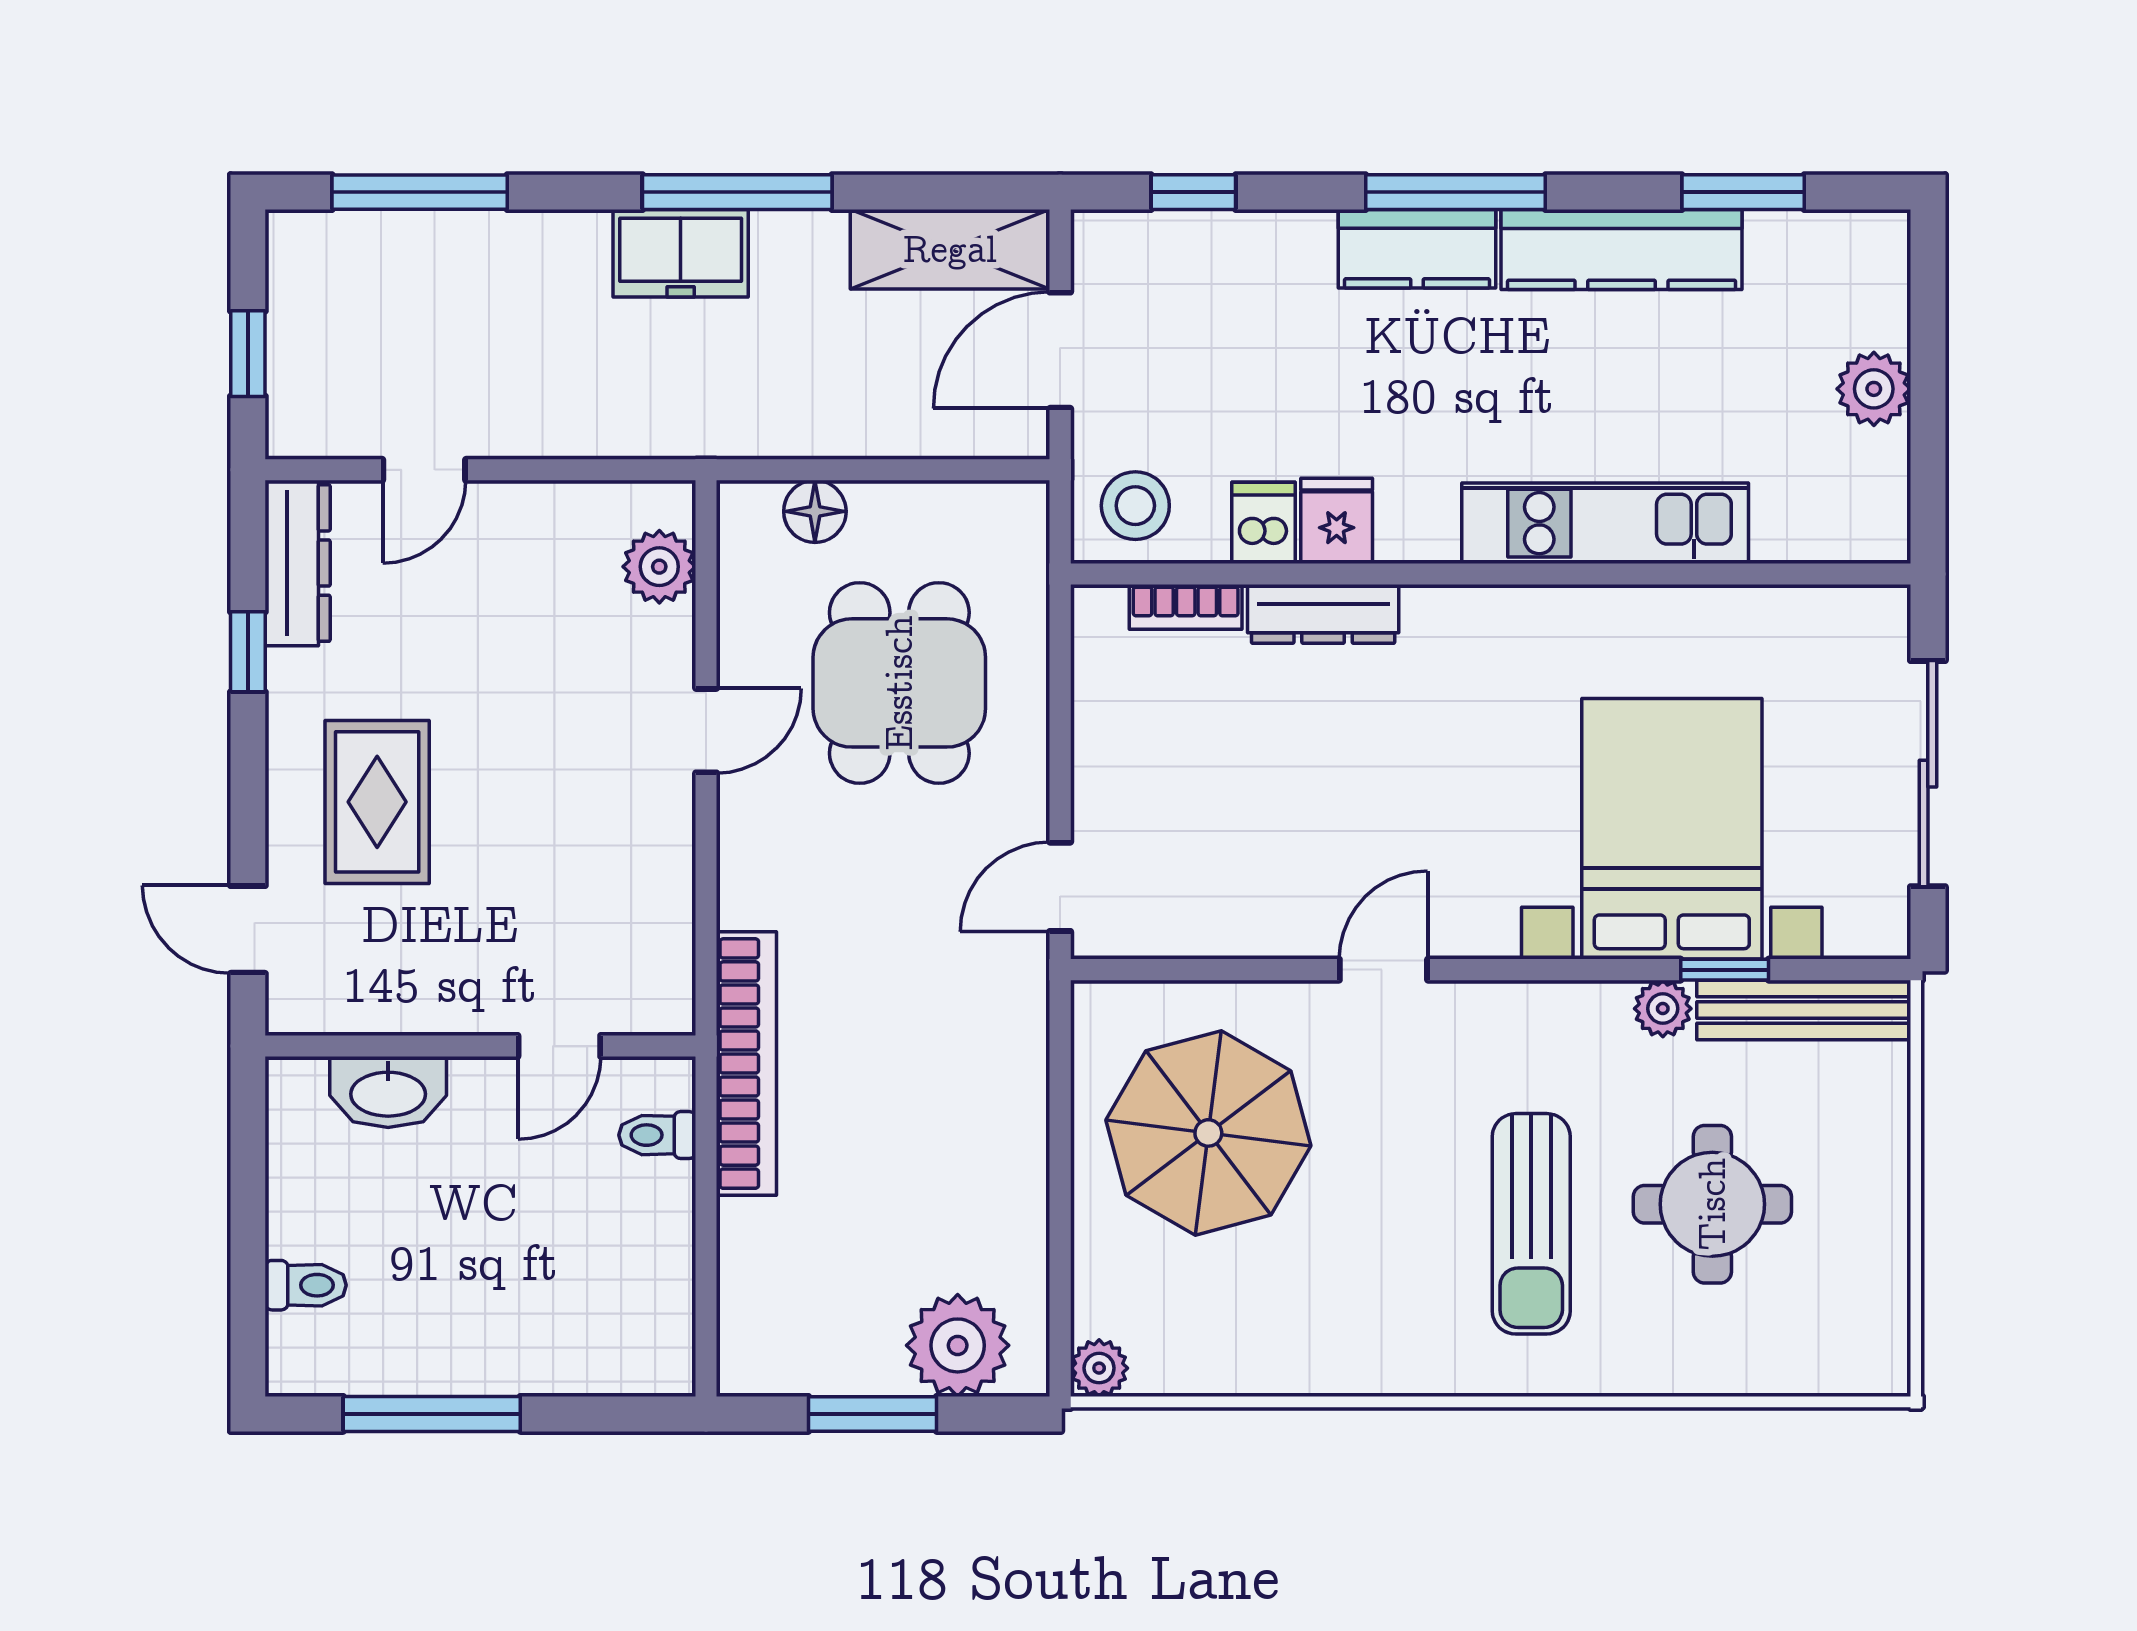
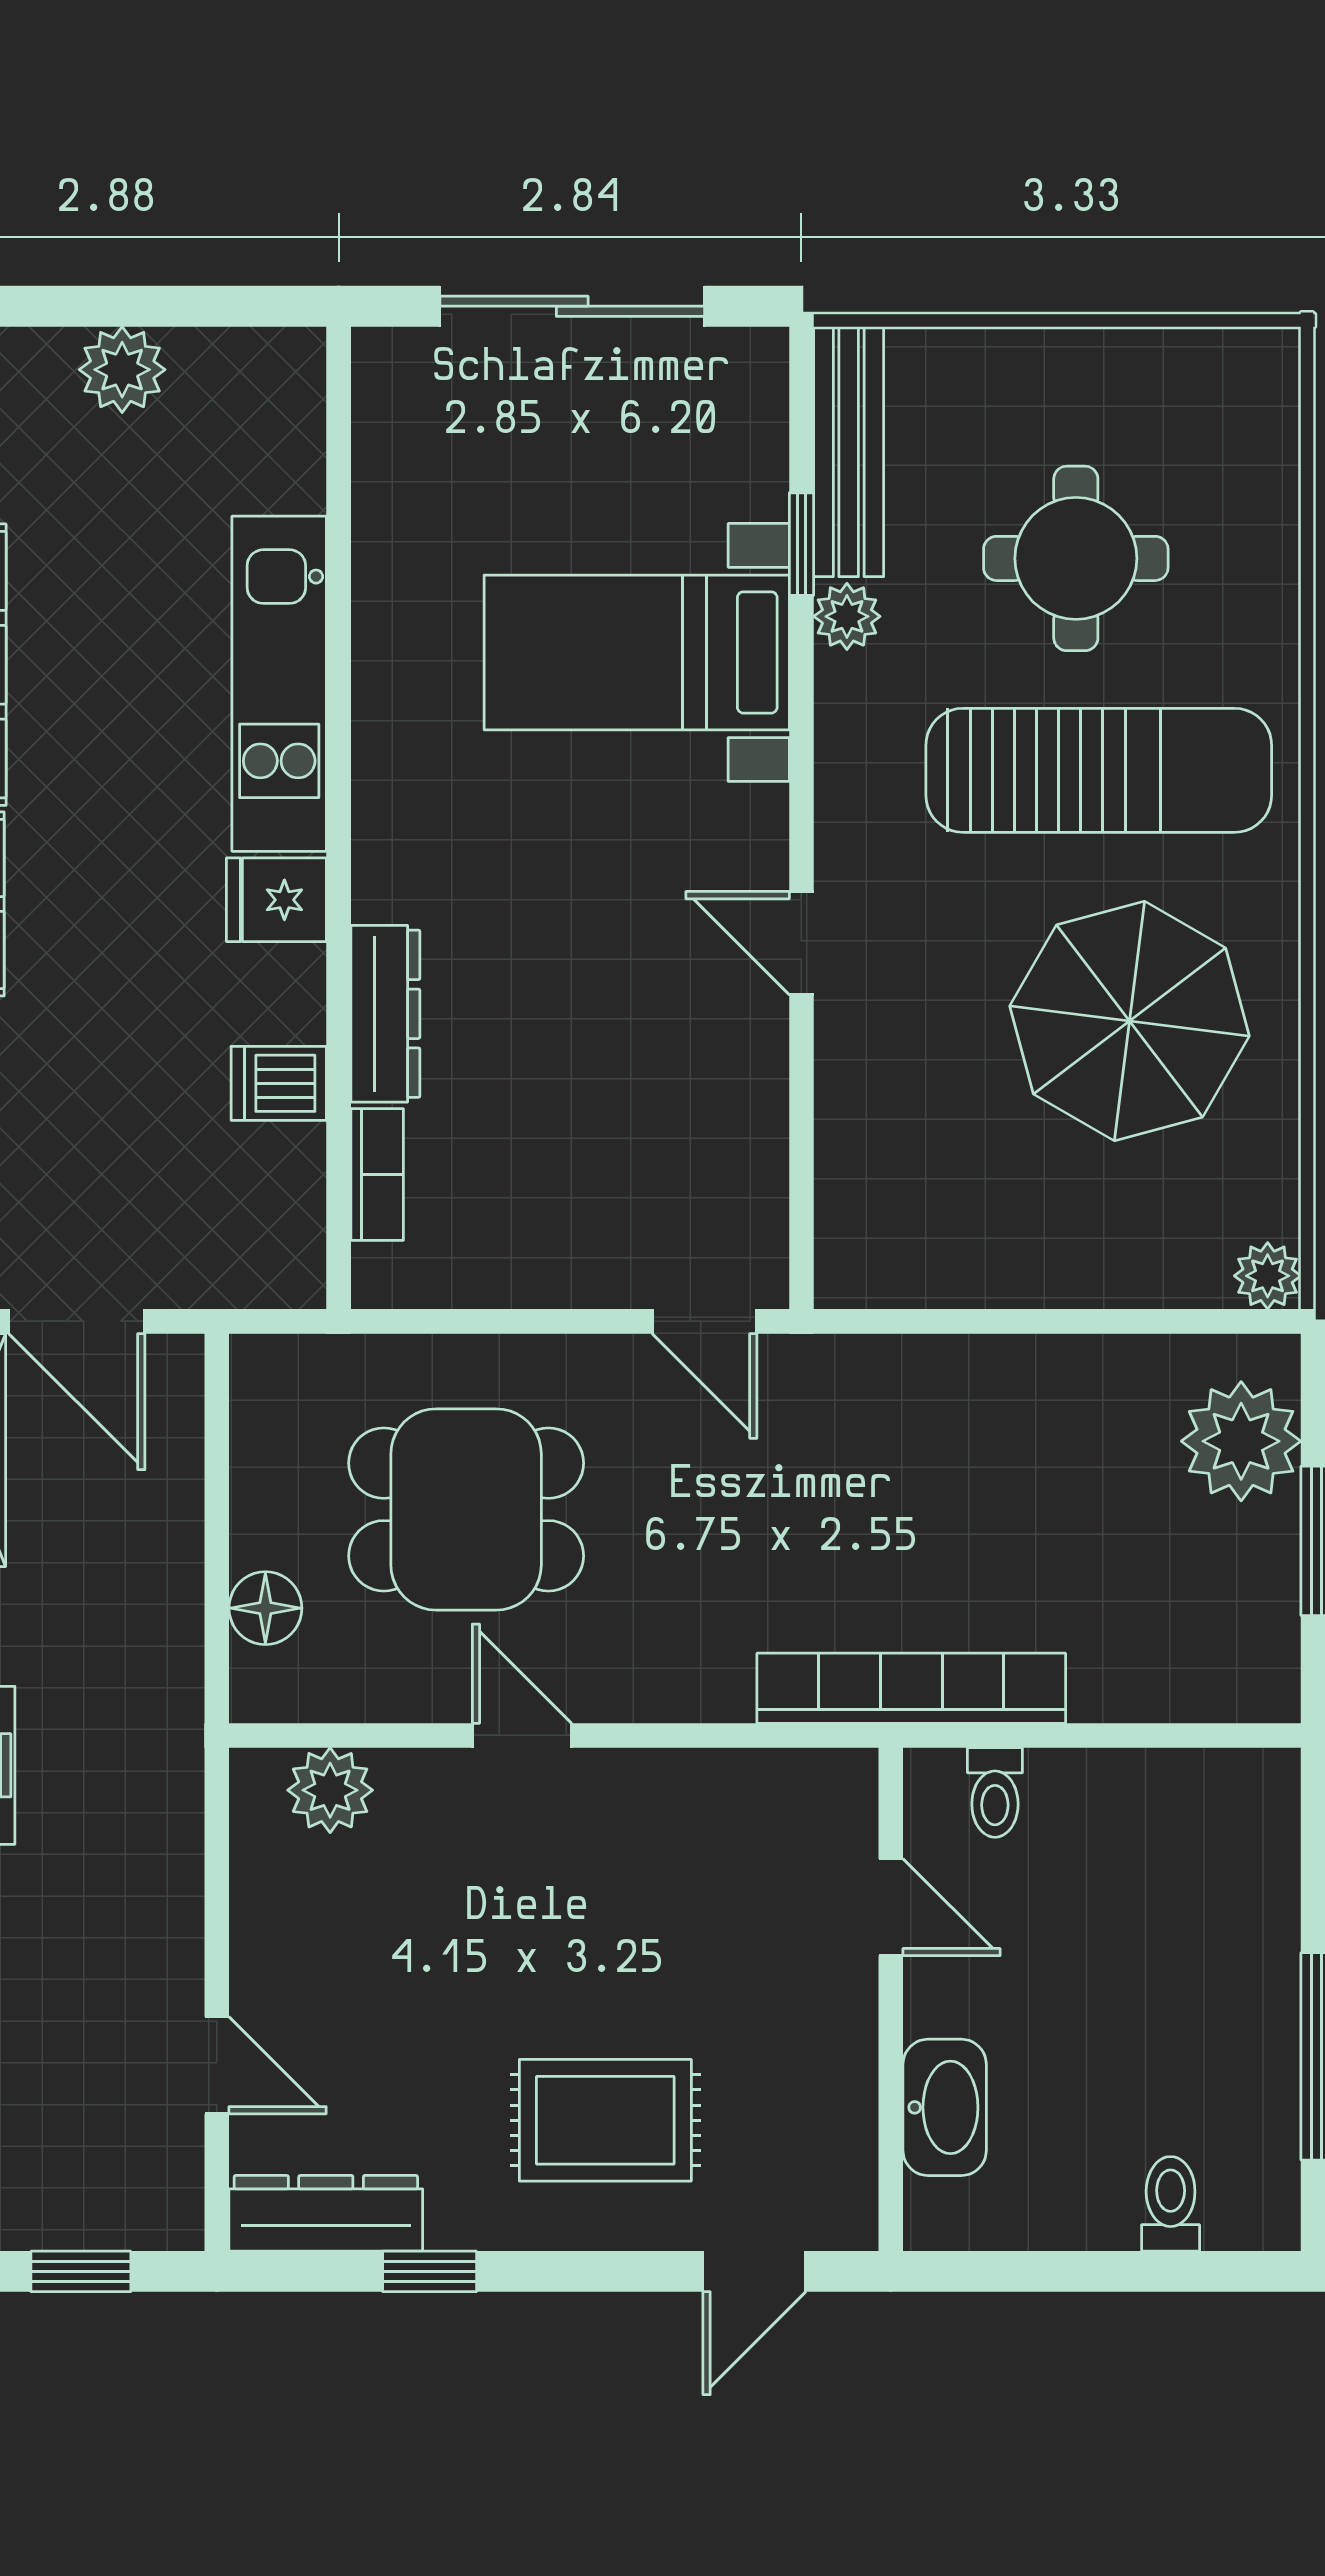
stool: (1135, 506) -> (259, 1233), removed
fridge: (1337, 521) -> (276, 900), moved
bed with nightstands: (1672, 829) -> (637, 652), width x0.73
parasol: (1208, 1133) -> (1129, 1021), moved
sun lounger: (1531, 1224) -> (1099, 770), width x1.36, depth x1.34

